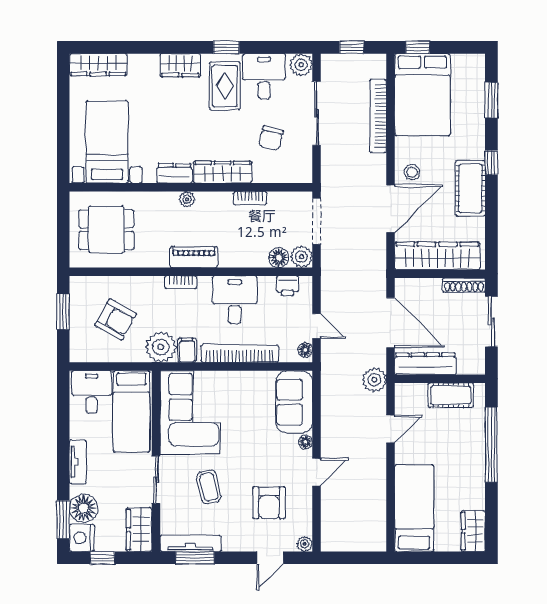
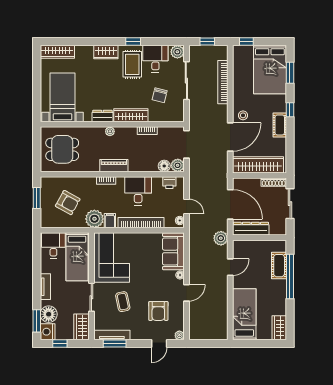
bed: (422, 95) -> (270, 69), moved
cot: (470, 188) -> (280, 125), width x0.73, depth x0.75
cot: (451, 395) -> (279, 266), moved, turned 90

